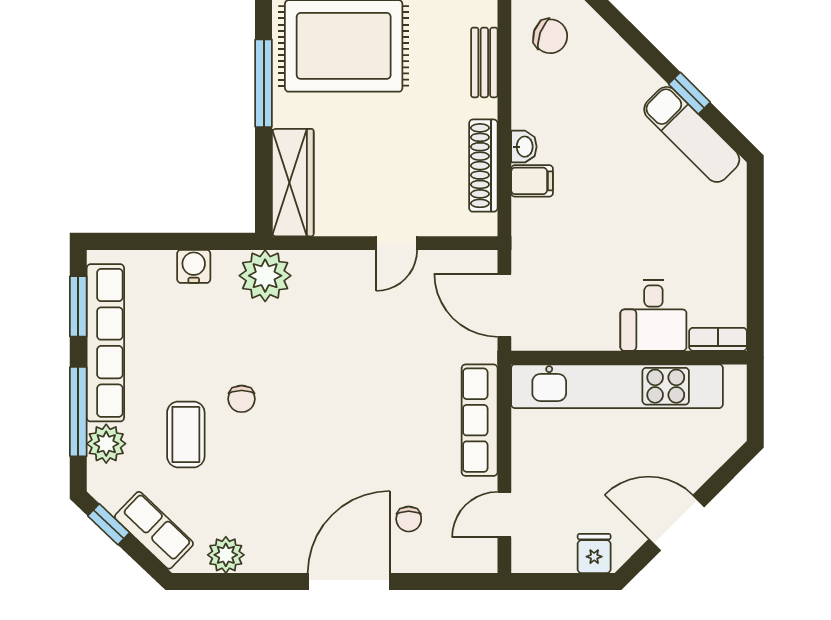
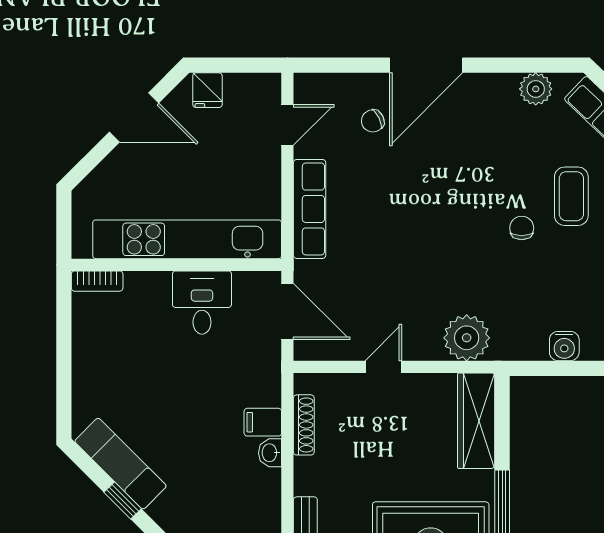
shoe rack: (483, 166) -> (304, 425), width x0.74, depth x0.81
plant: (265, 276) -> (467, 338), moved
desk: (653, 315) -> (202, 303), moved
chair: (409, 519) -> (373, 121), turned -116

